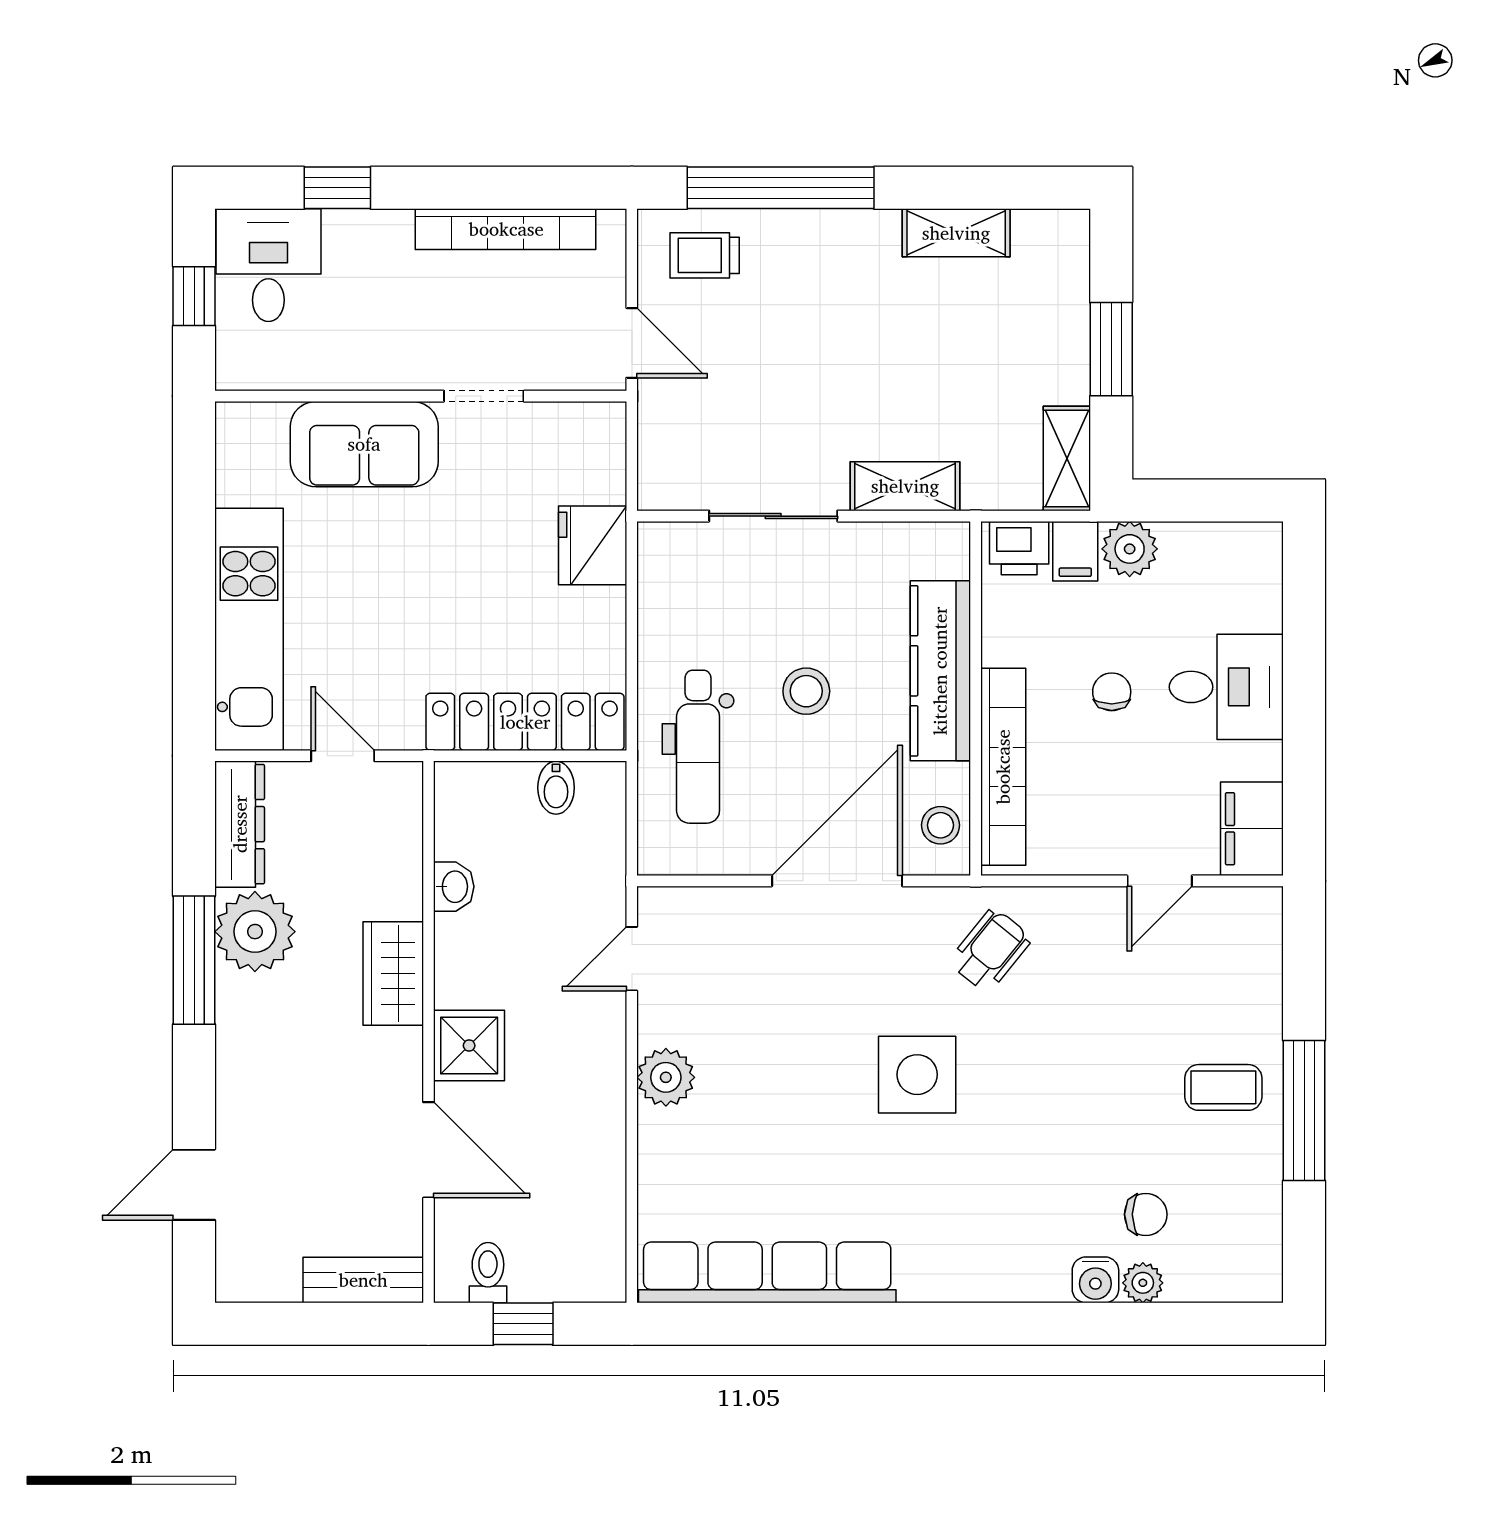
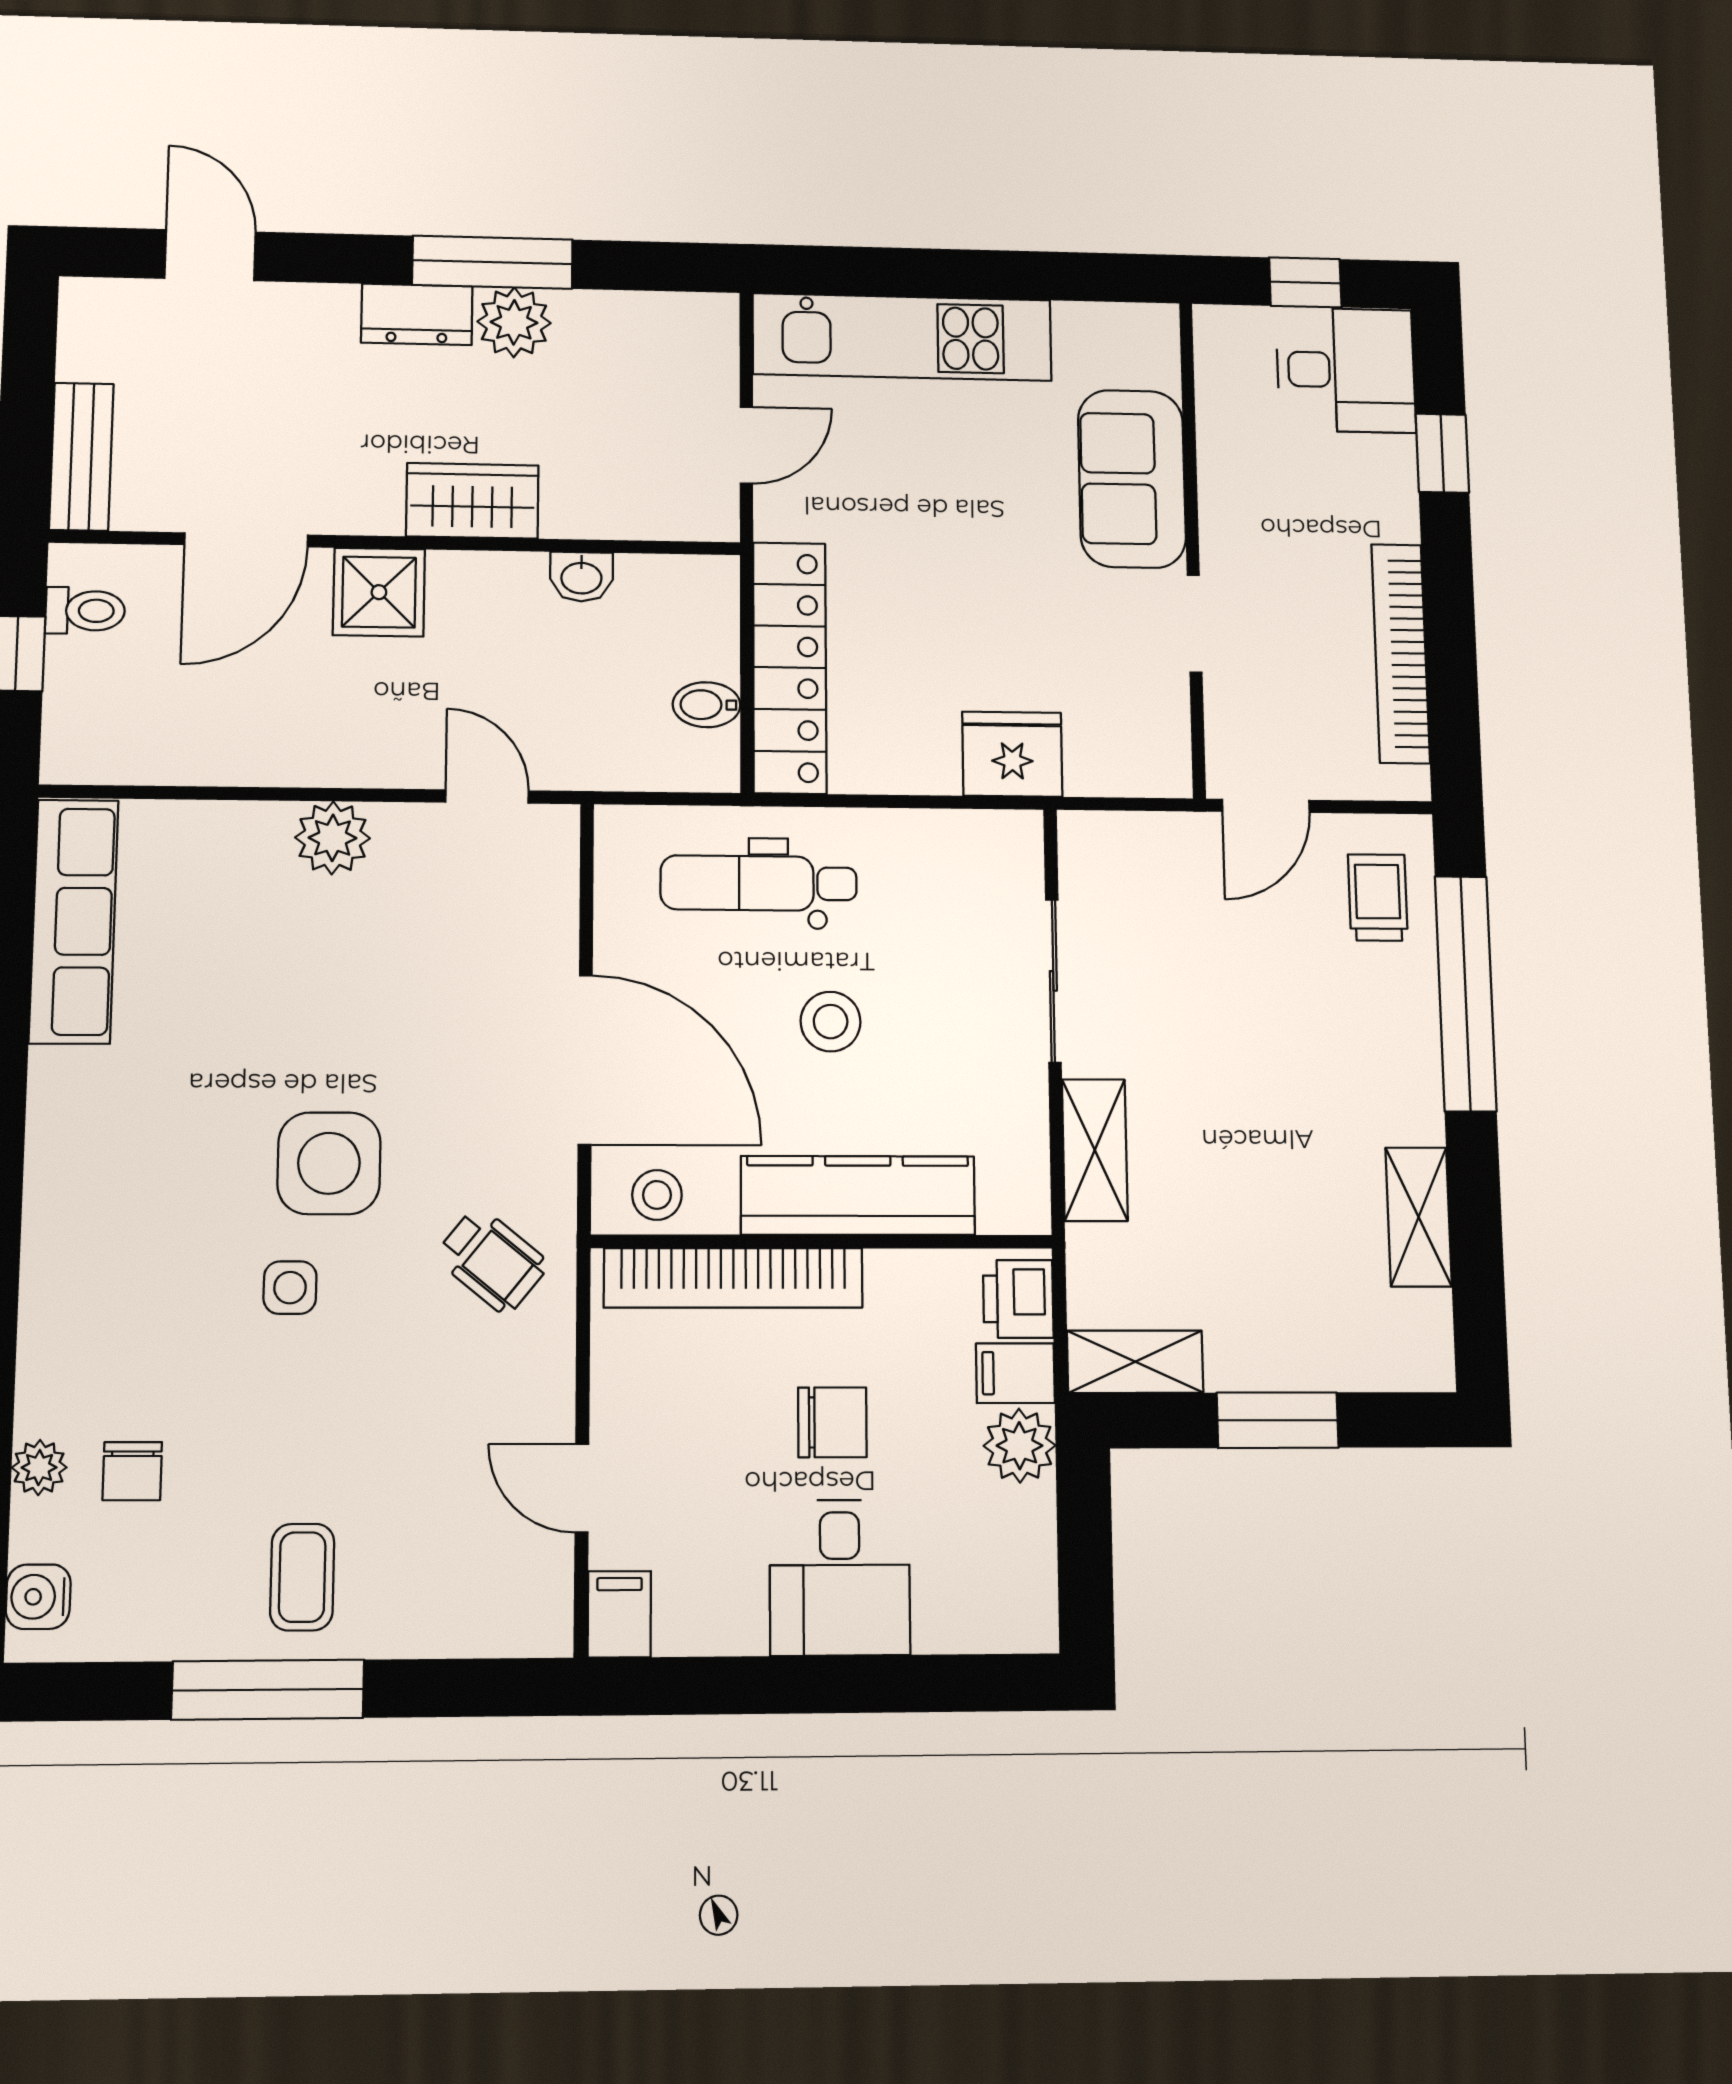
chair: (1112, 692) -> (832, 1422), width x1.37, depth x1.37
dresser: (240, 824) -> (417, 314), moved, width x0.70
filing cabinet: (1252, 829) -> (619, 1614), width x0.50
plant: (255, 932) -> (514, 322), width x0.73, depth x0.73
side table: (1011, 1102) -> (290, 1288), added
row of seats: (767, 1272) -> (74, 921), width x0.73
water cooler: (1095, 1280) -> (38, 1597), moved

